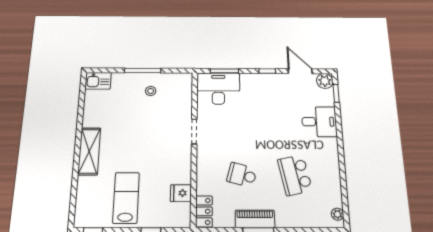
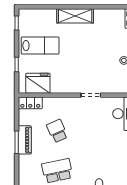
school desk: (242, 175) -> (57, 131), turned -39
fridge: (181, 193) -> (38, 83), width x1.88, depth x1.34

